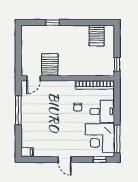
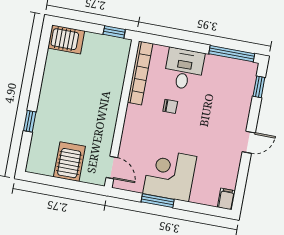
server rack: (97, 36) -> (66, 39), moved
server rack: (50, 65) -> (69, 162), moved, turned 90
window: (18, 110) -> (158, 201), width x0.69
corner desk: (100, 138) -> (170, 175), moved, turned 180

